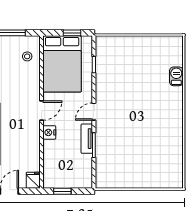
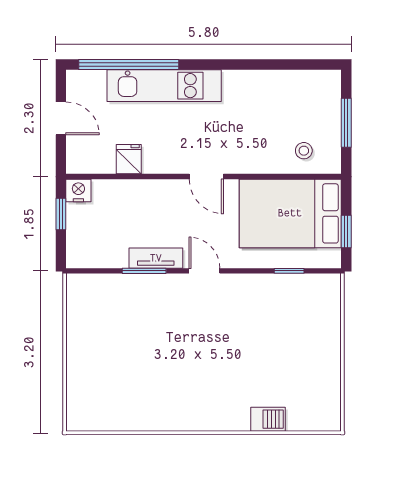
nightstand: (49, 132) -> (78, 191), moved
fridge: (33, 180) -> (129, 159), moved, turned -90

